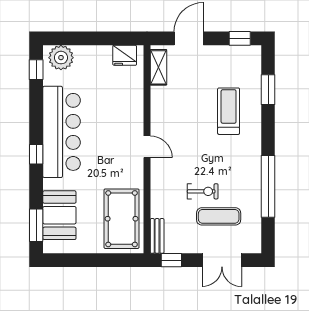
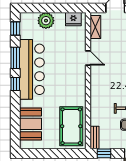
plant: (61, 58) -> (46, 21), moved
door: (147, 147) -> (88, 58), moved
window: (36, 225) -> (15, 58), moved

